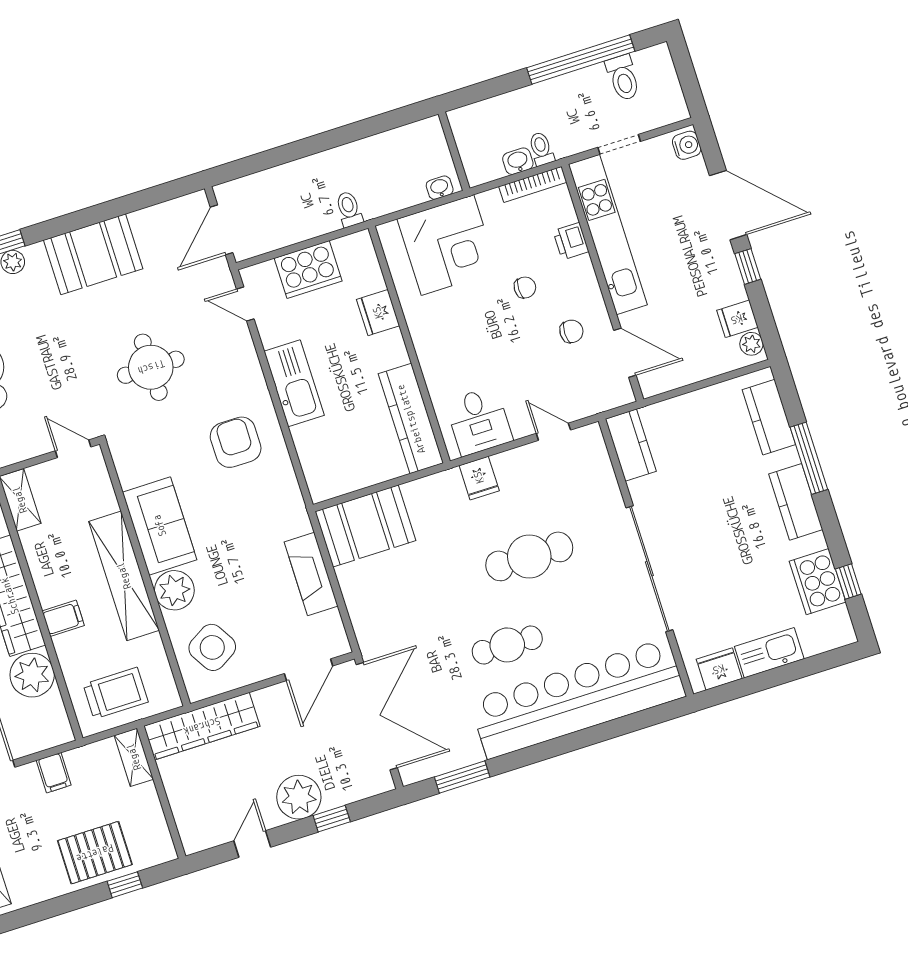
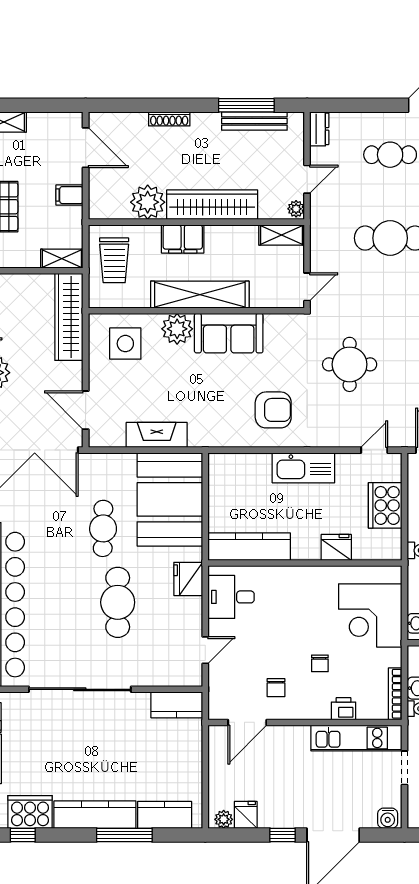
kitchen unit: (608, 235) -> (356, 738), width x0.73
fridge: (479, 478) -> (188, 579), width x1.38
kitchen counter: (796, 502) -> (95, 815), width x1.50
booth: (365, 526) -> (170, 499), width x1.36, depth x1.42
filing cabinet: (63, 618) -> (183, 239), width x2.00
cafe table: (507, 645) -> (103, 528), moved
side table: (212, 647) -> (125, 344), turned 31

